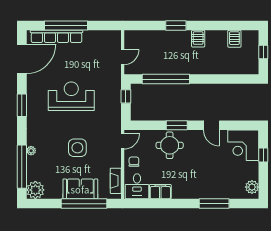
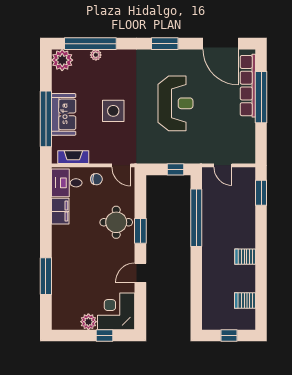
window: (176, 25) -> (261, 193), moved
plant: (31, 151) -> (96, 55), moved
plant: (252, 187) -> (88, 322), moved

